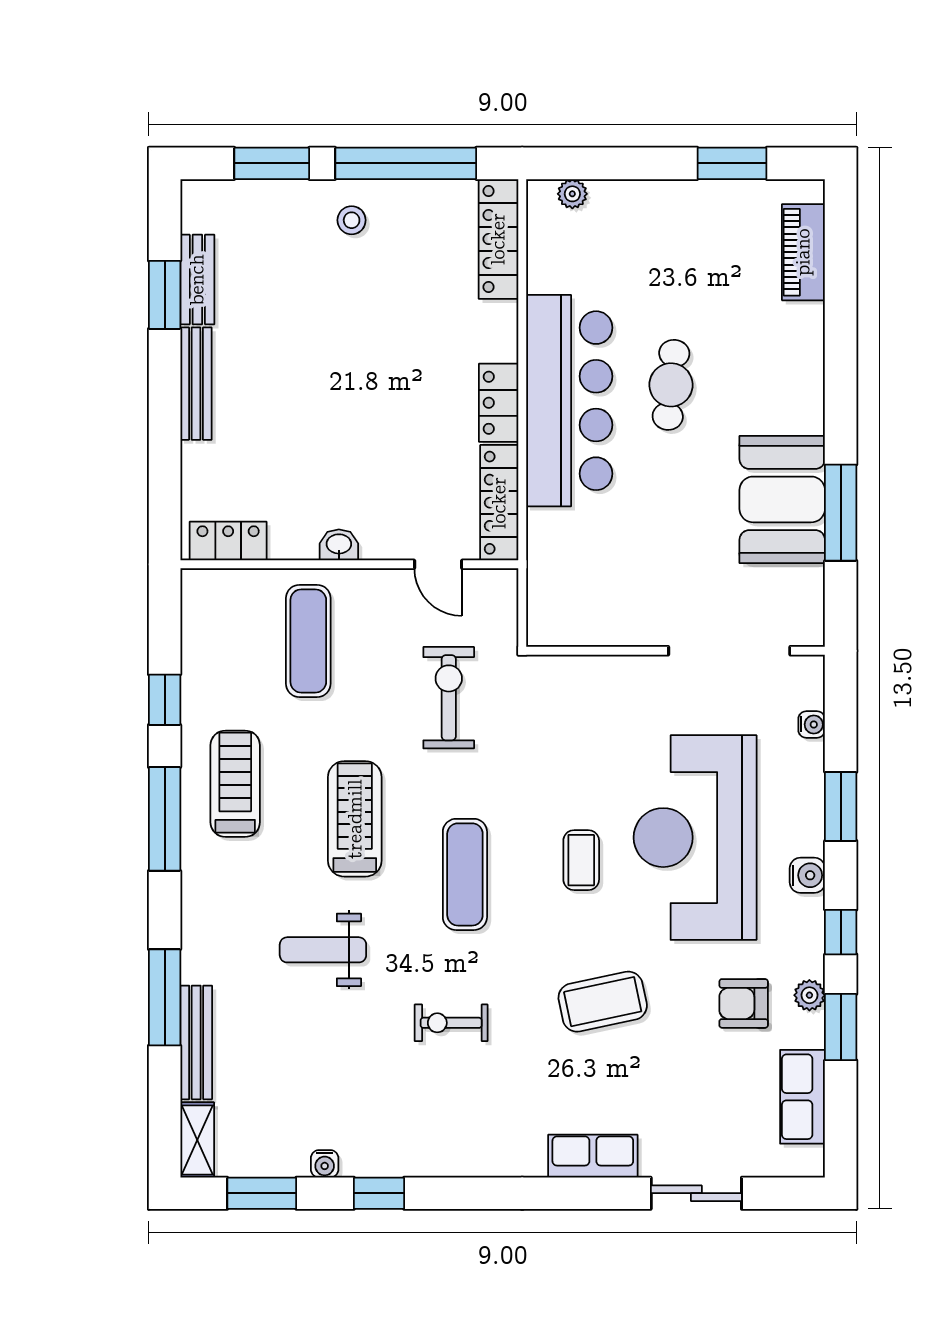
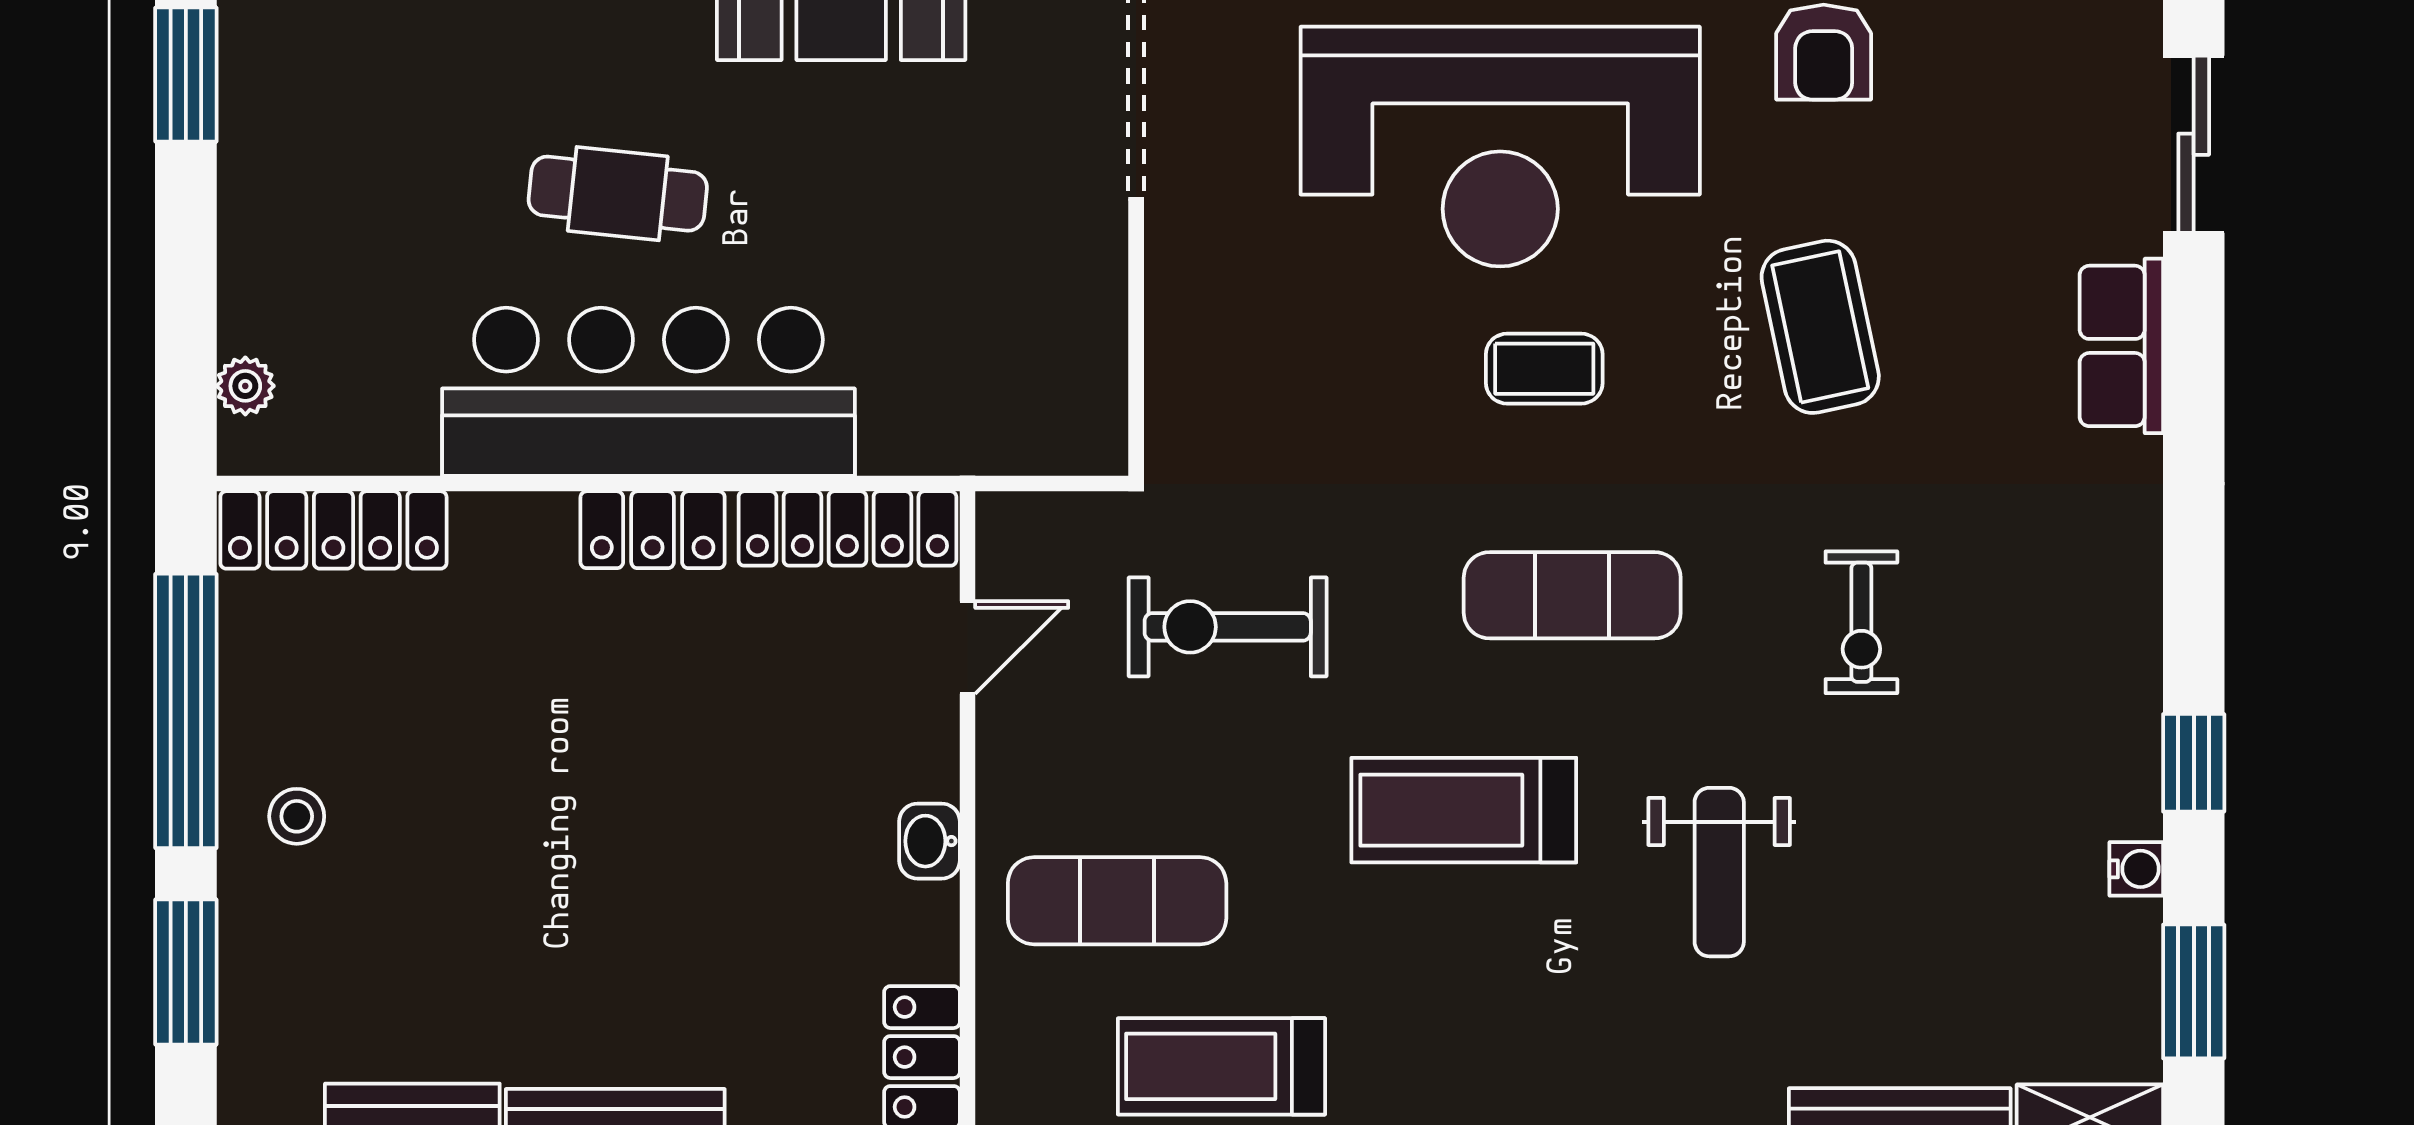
treadmill: (235, 784) -> (1221, 1066), moved

